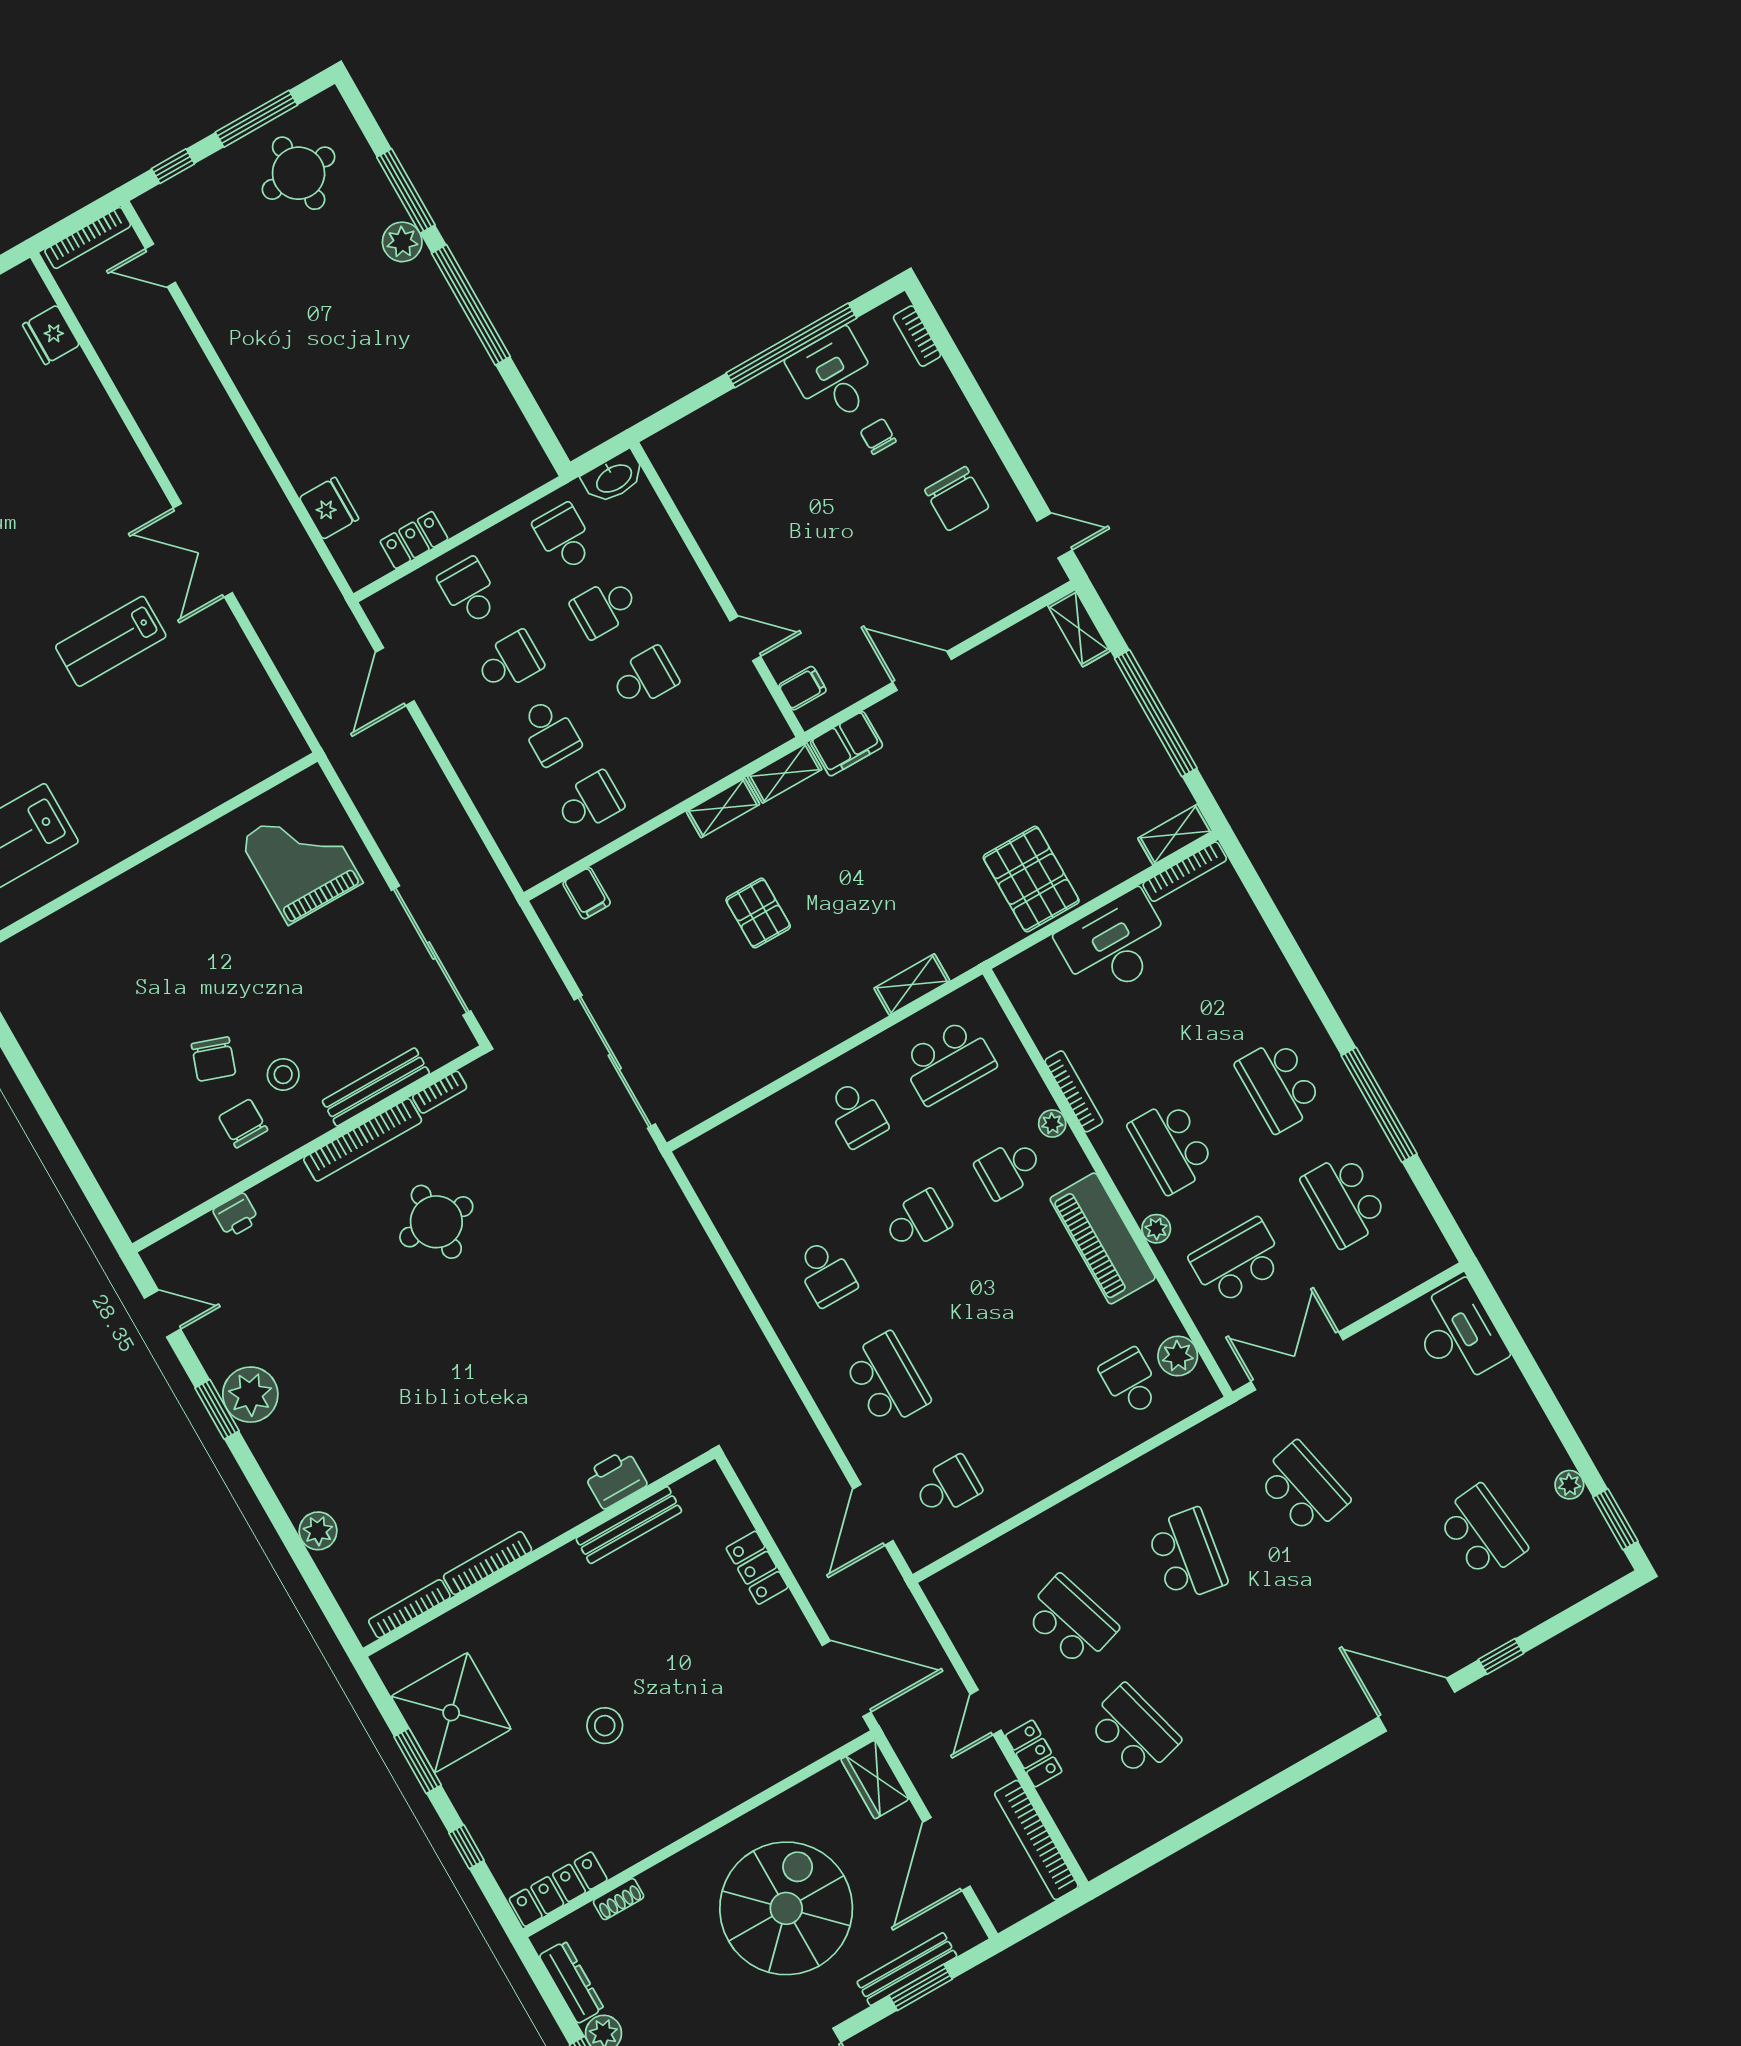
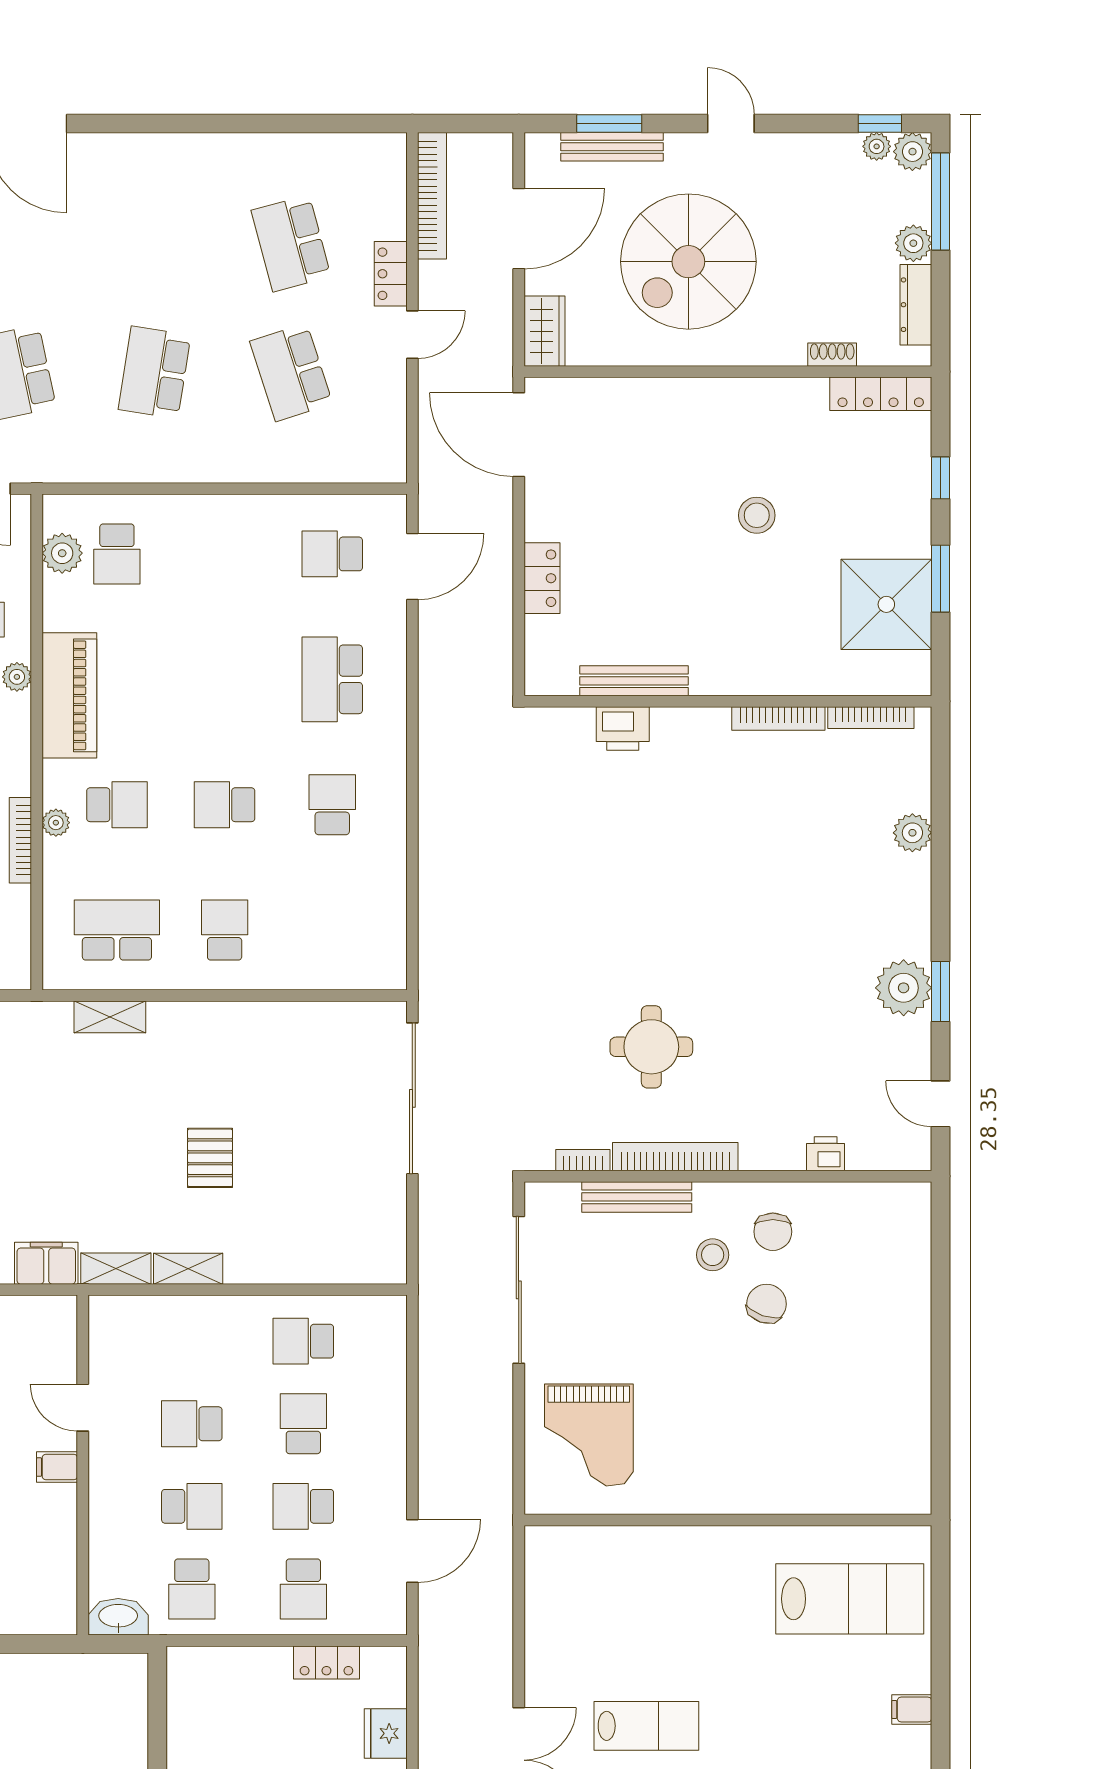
filing cabinet: (803, 688) -> (57, 1467), moved
filing cabinet: (587, 893) -> (352, 1262), removed

